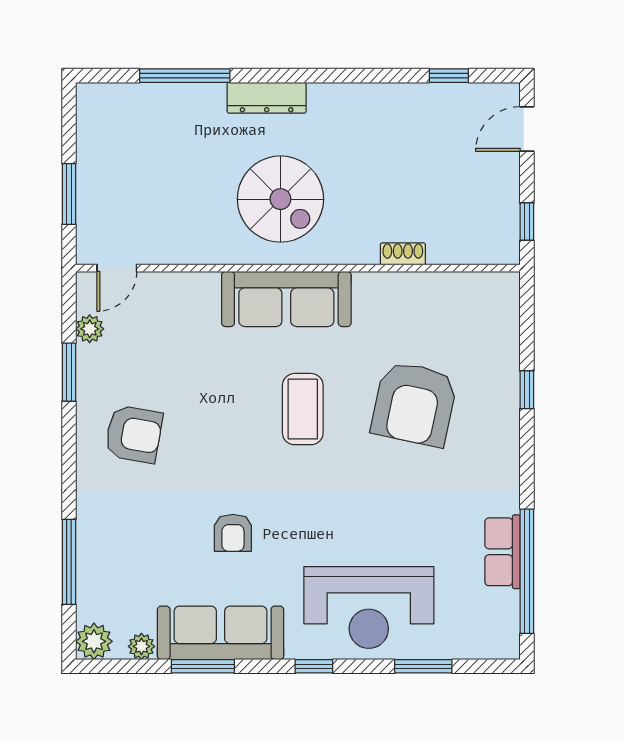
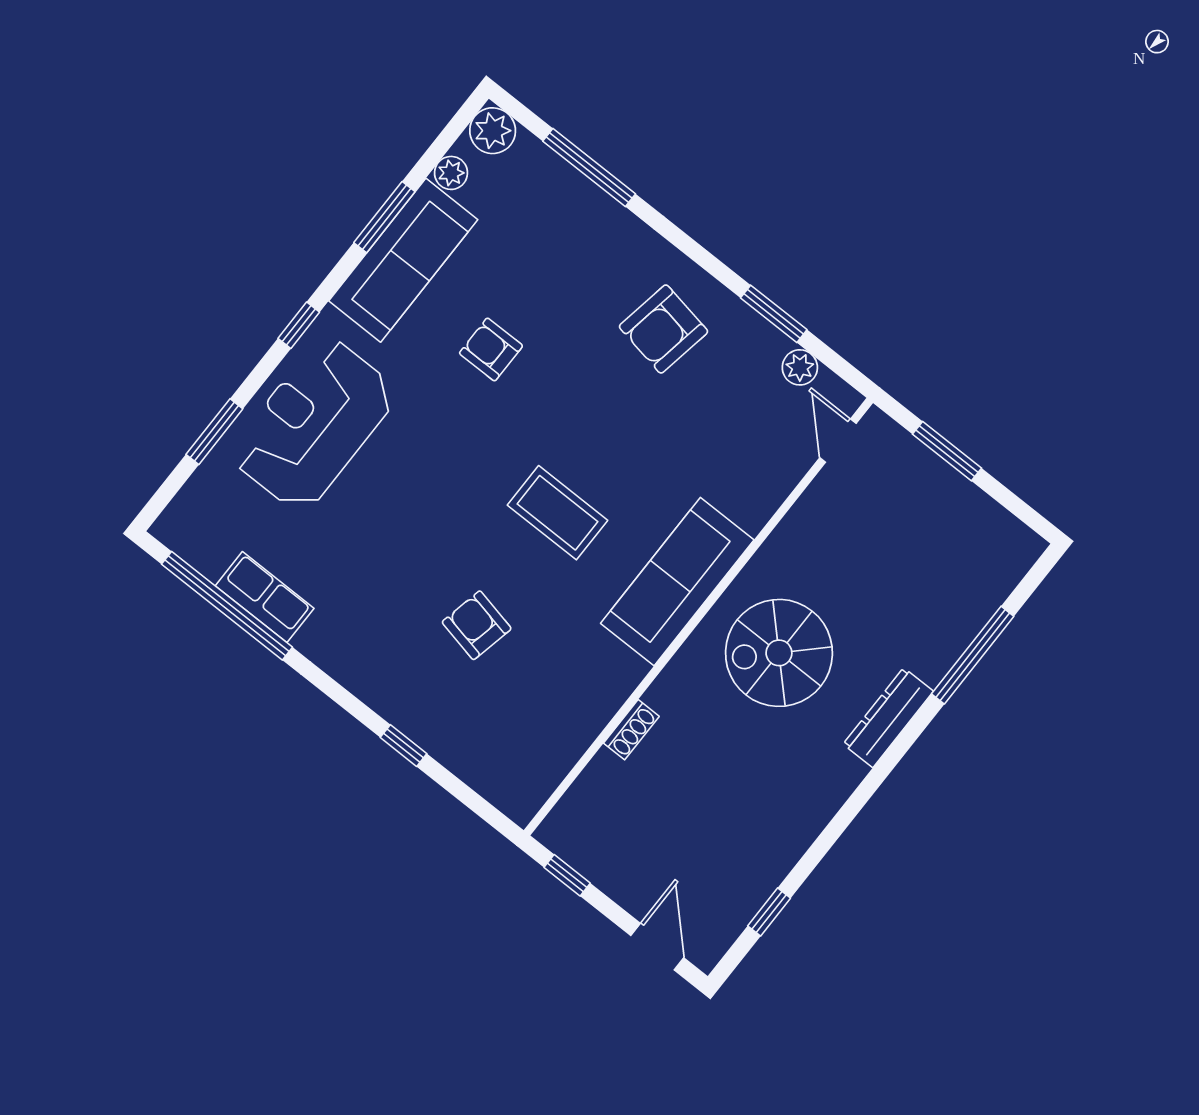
armchair: (414, 404) -> (477, 625), width x0.53, depth x0.53

